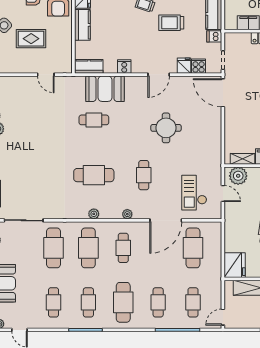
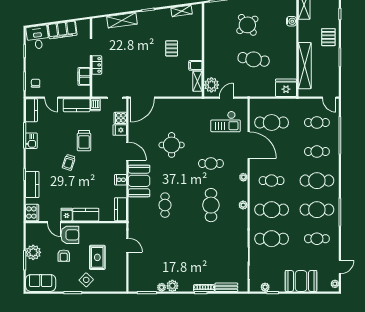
door: (46, 75) -> (127, 245), hinge flipped
booth: (105, 89) -> (139, 181), moved
cafe table: (88, 302) -> (317, 210), width x1.37, depth x1.35

